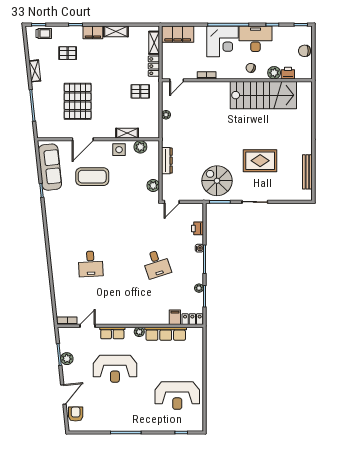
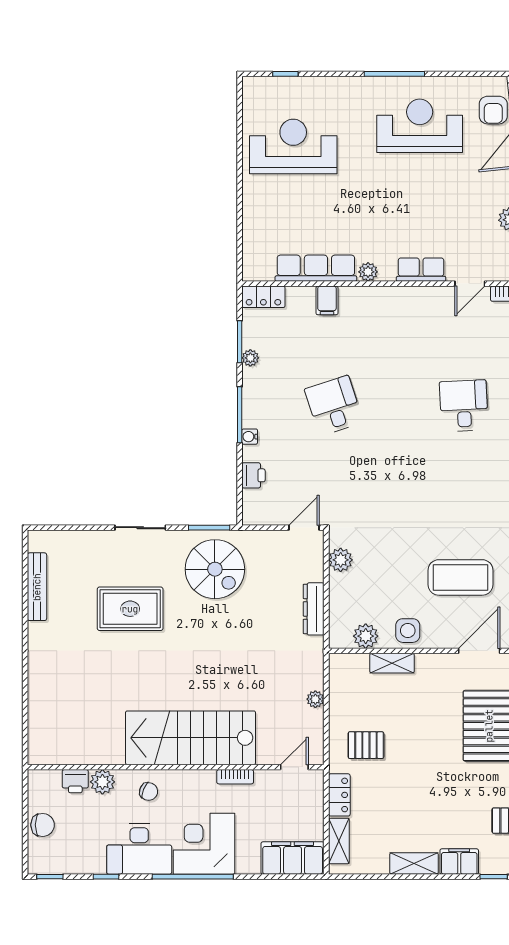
stairs: (263, 95) -> (191, 738), moved
filing cabinet: (175, 317) -> (327, 300), moved
reception desk: (115, 369) -> (420, 126), moved

